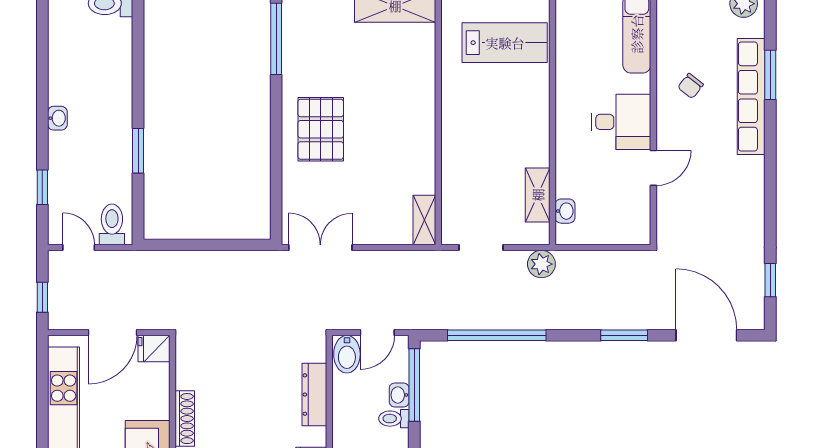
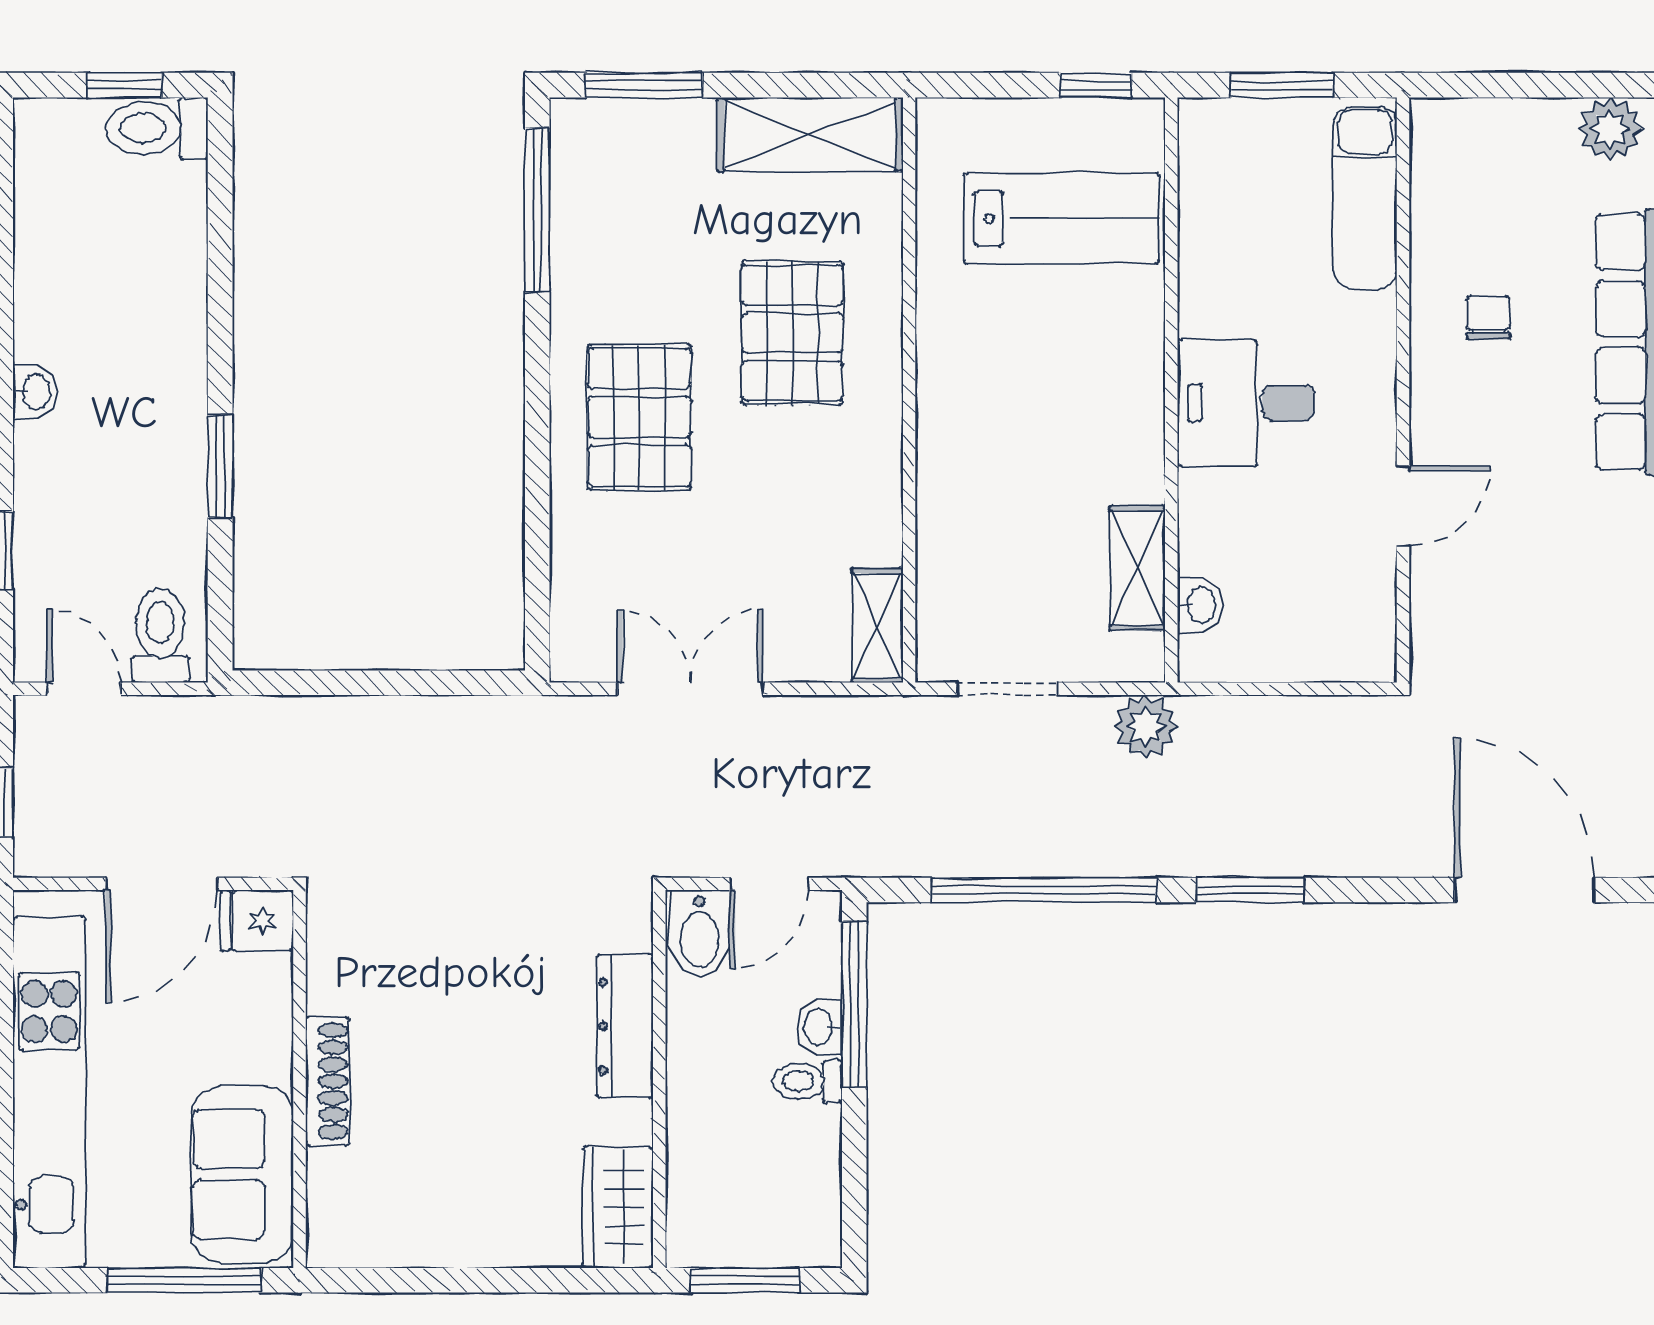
chair: (691, 86) -> (1488, 318), turned 142
pallet: (387, 93) -> (792, 333), added
desk: (621, 122) -> (1246, 403), moved, turned 180
double door: (320, 248) -> (690, 689), moved
window: (624, 335) -> (1250, 890), moved

